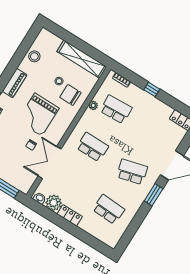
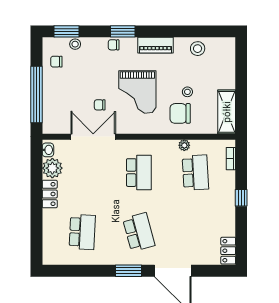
shelving: (82, 59) -> (227, 112), width x0.68
chair: (70, 95) -> (180, 113), turned -90
grand piano: (38, 115) -> (137, 92), turned -90

